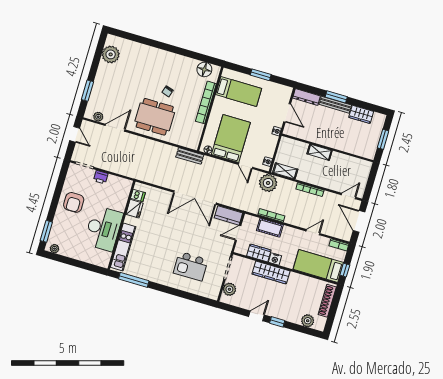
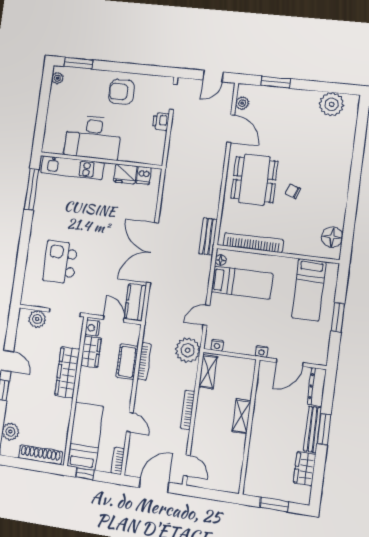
bookcase: (206, 102) -> (253, 243), moved
bed: (231, 139) -> (242, 283), width x0.67
nightstand: (275, 259) -> (92, 328), moved

